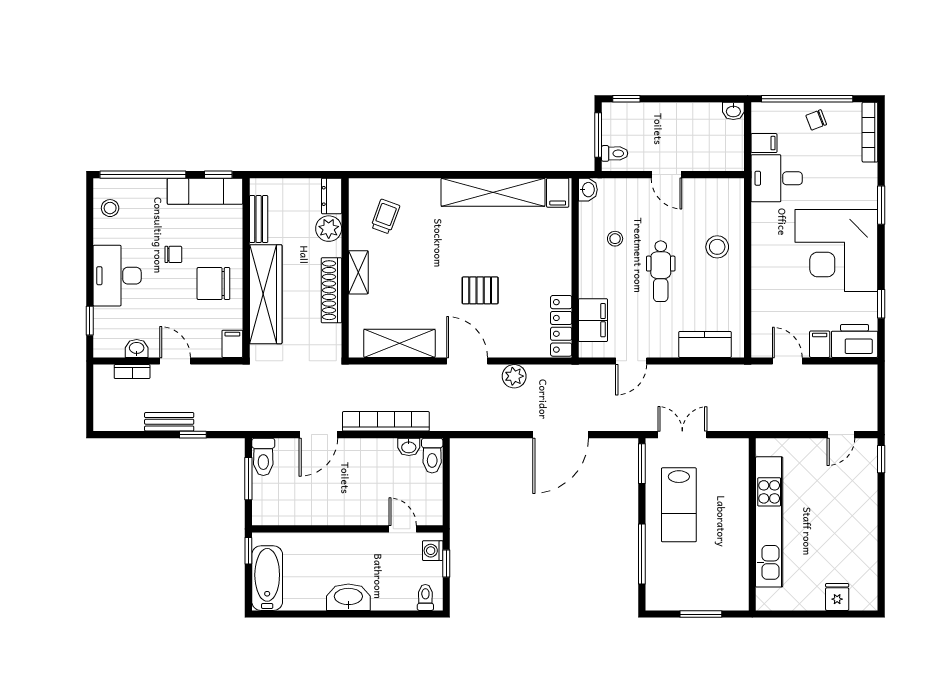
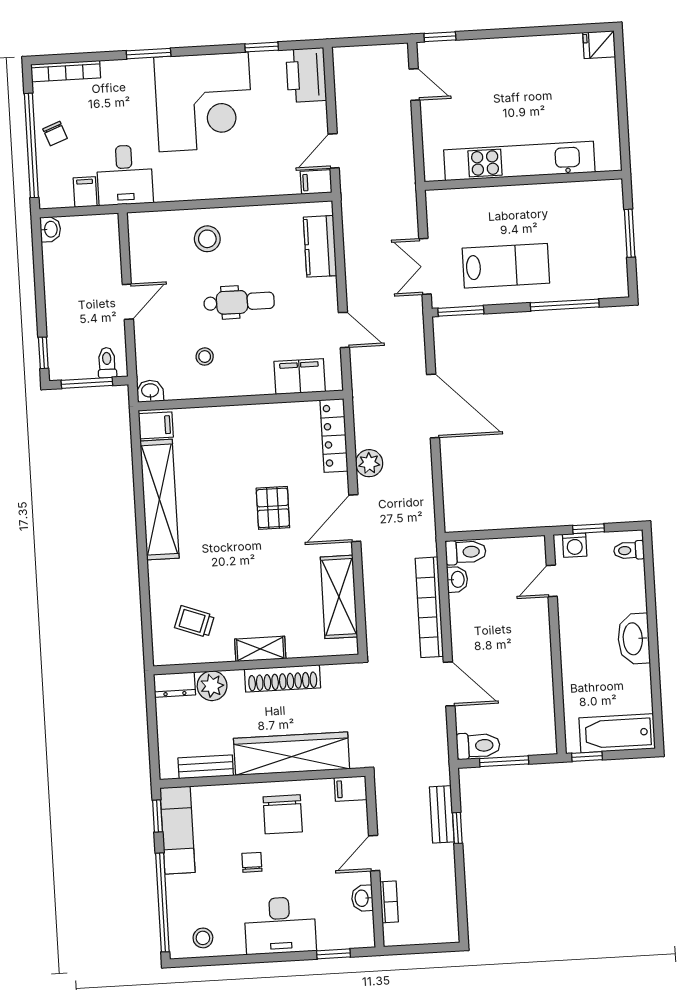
locker: (561, 326) -> (334, 435), moved, turned 90
filing cabinet: (820, 344) -> (316, 182), moved
bench: (169, 422) -> (442, 814), moved
fridge: (837, 597) -> (599, 45), moved

